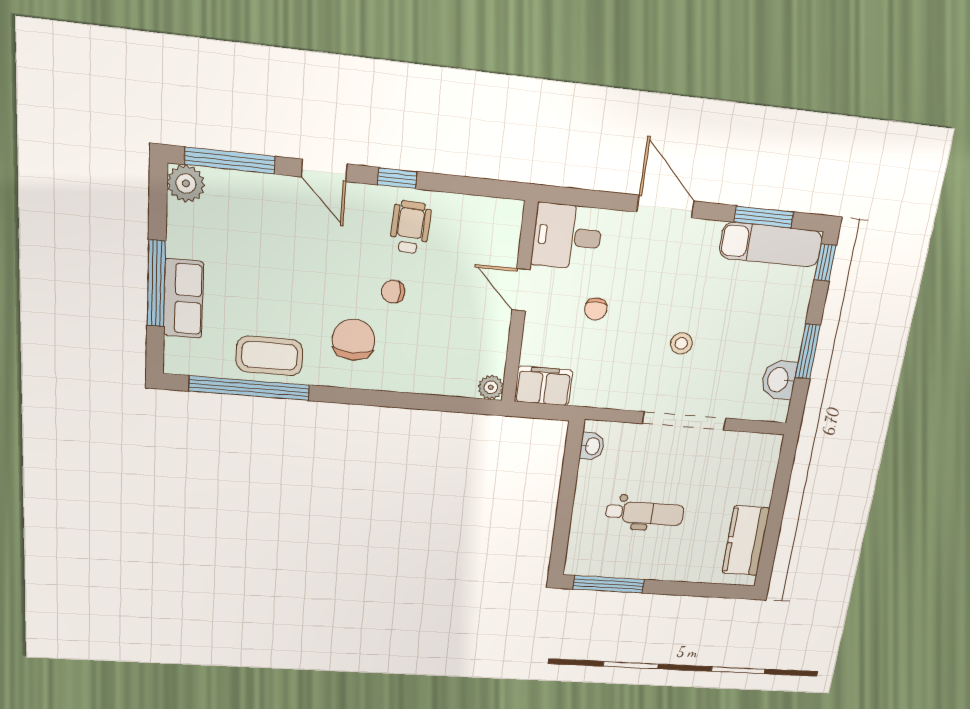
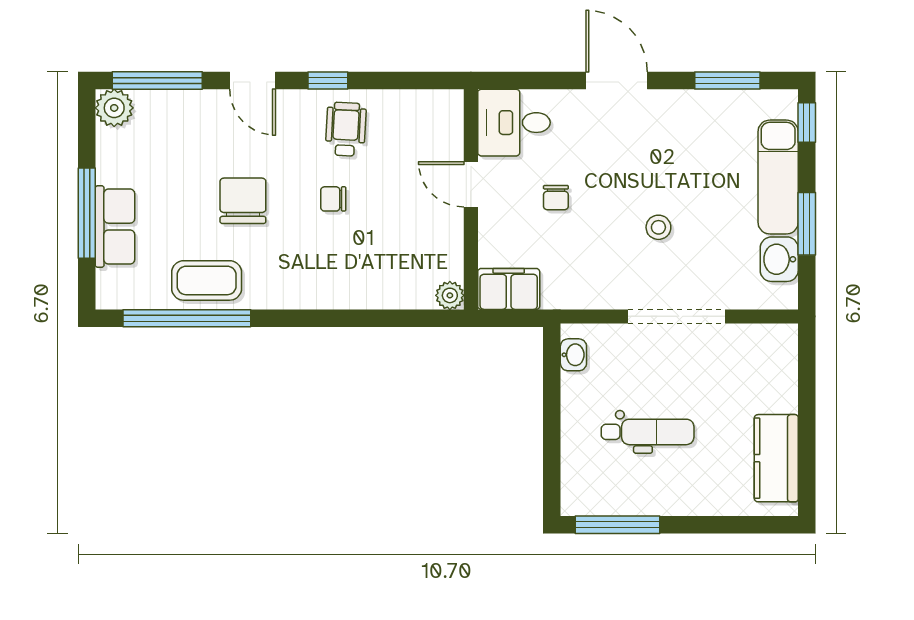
exam couch: (771, 245) -> (778, 177), moved, turned 90
chair: (354, 340) -> (243, 201), moved

